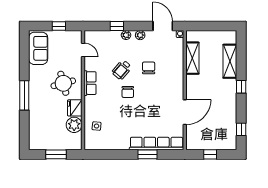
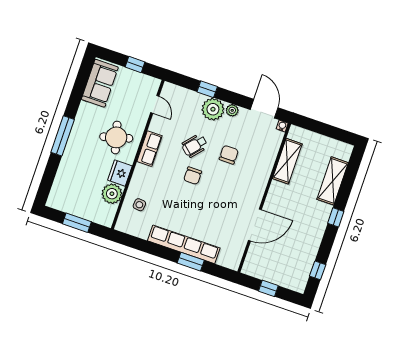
plant: (126, 35) -> (213, 109), width x1.88, depth x1.88
row of seats: (157, 144) -> (184, 244), moved

